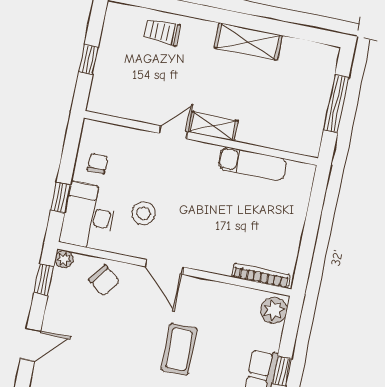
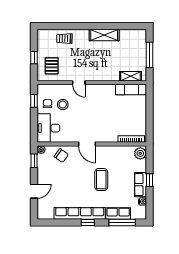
pallet: (123, 85) -> (52, 66), added
shelving: (213, 126) -> (131, 76), moved
door: (173, 132) -> (79, 83), swing flipped
exam couch: (252, 164) -> (131, 90), moved
window: (60, 198) -> (34, 101), moved
stool: (144, 213) -> (63, 105), moved

